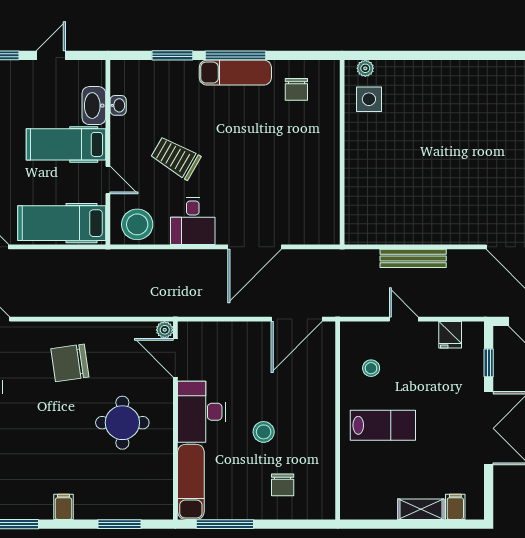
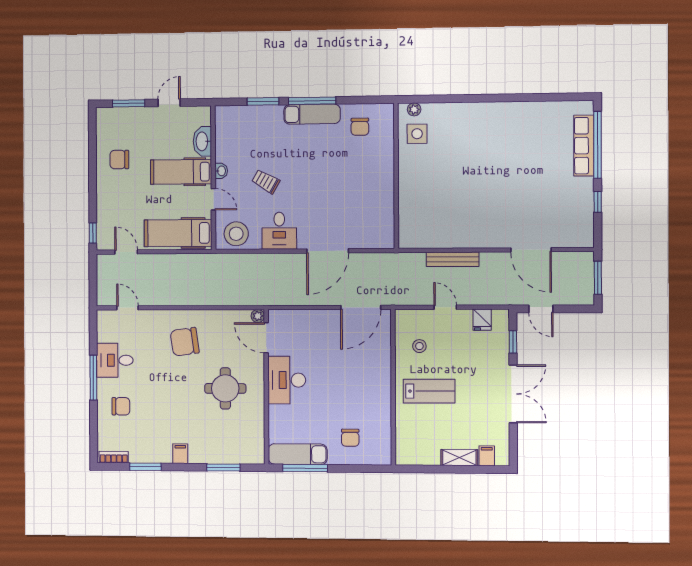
washbasin: (118, 105) -> (221, 171), moved
trolley: (176, 158) -> (266, 181), width x0.73, depth x0.72
stool: (264, 432) -> (335, 396), removed
exam couch: (191, 482) -> (298, 454), moved, turned -90

